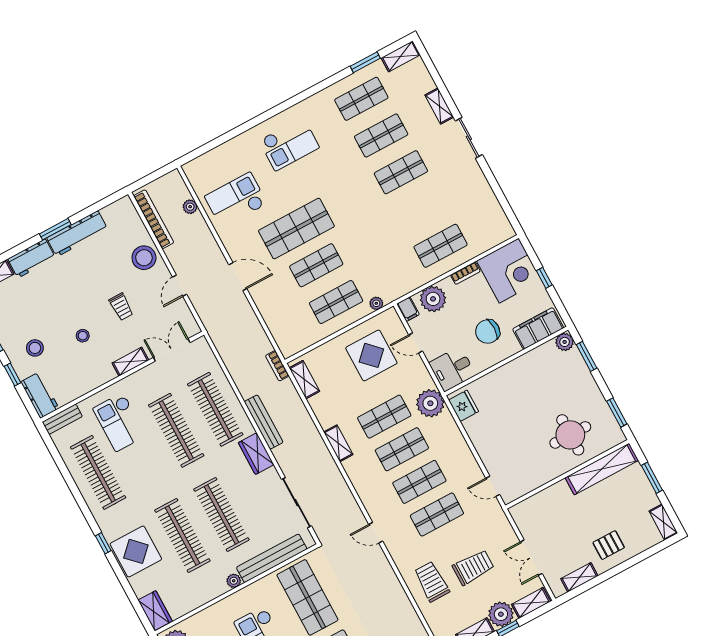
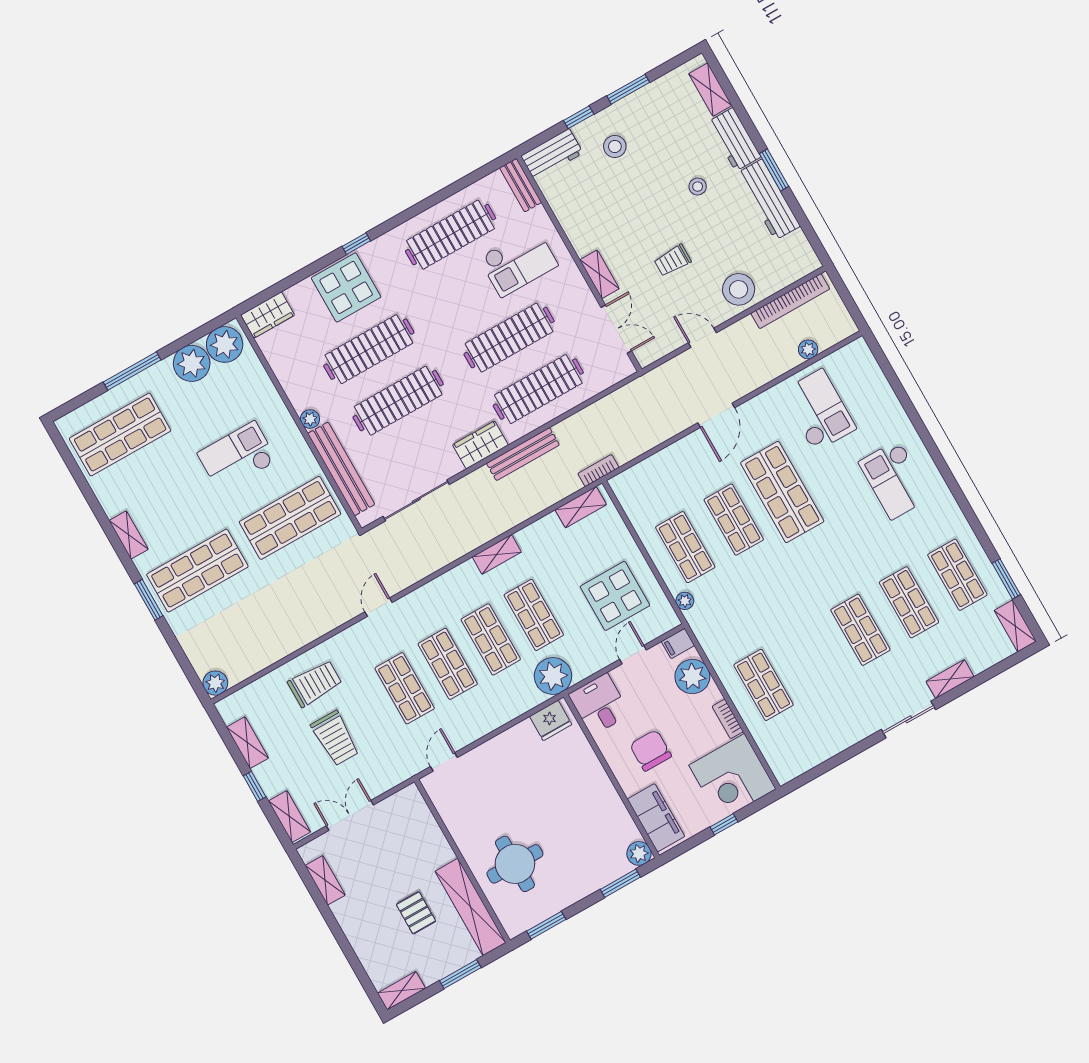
stool: (83, 336) -> (698, 187), moved
checkout: (119, 422) -> (518, 262), turned 180
pallet: (609, 545) -> (416, 913), moved
plant: (501, 614) -> (273, 777), removed

